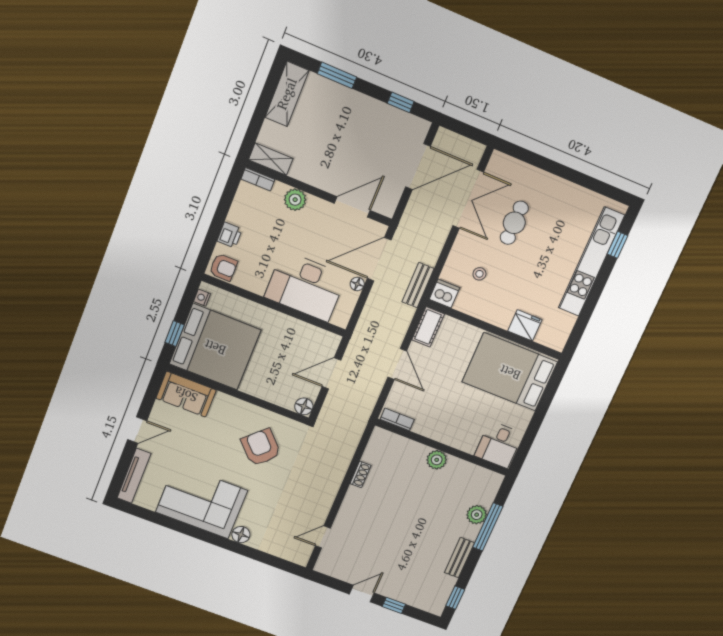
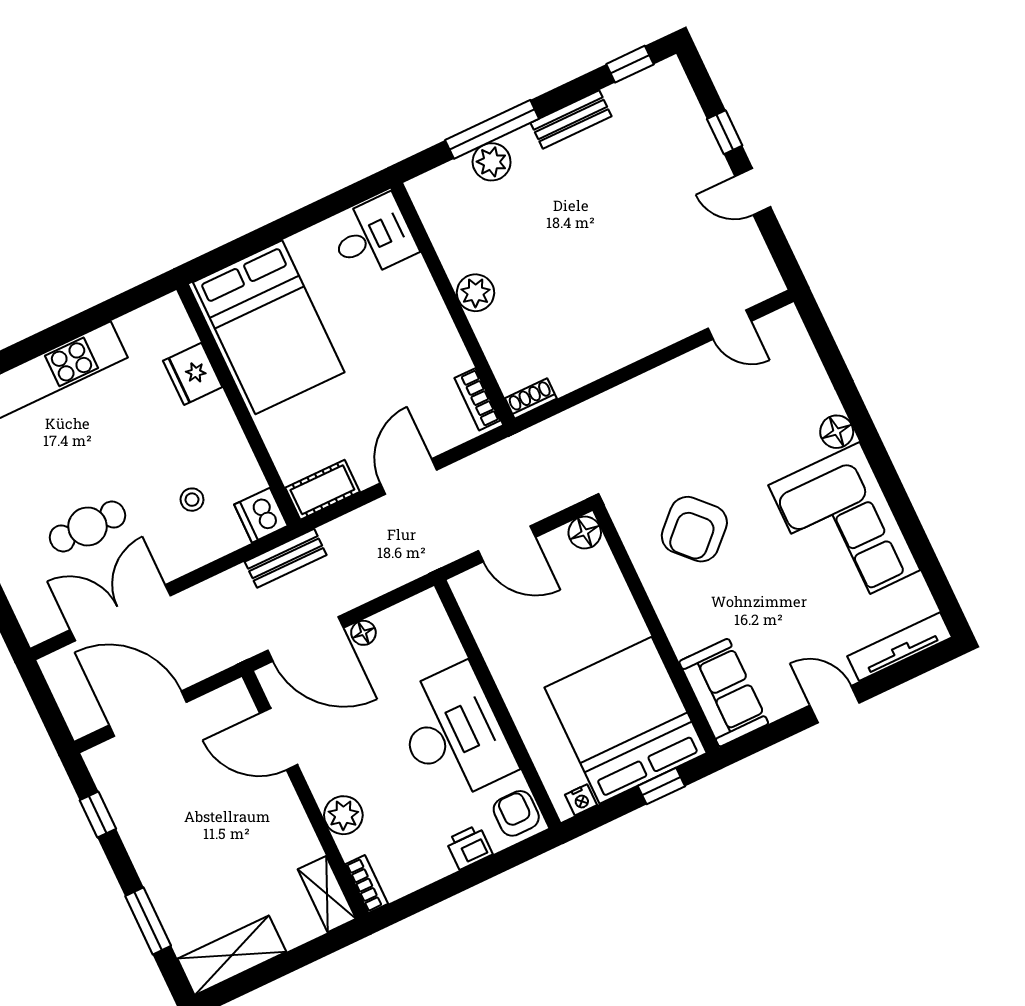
desk: (305, 286) -> (453, 733), moved
shoe rack: (360, 474) -> (531, 398), moved

